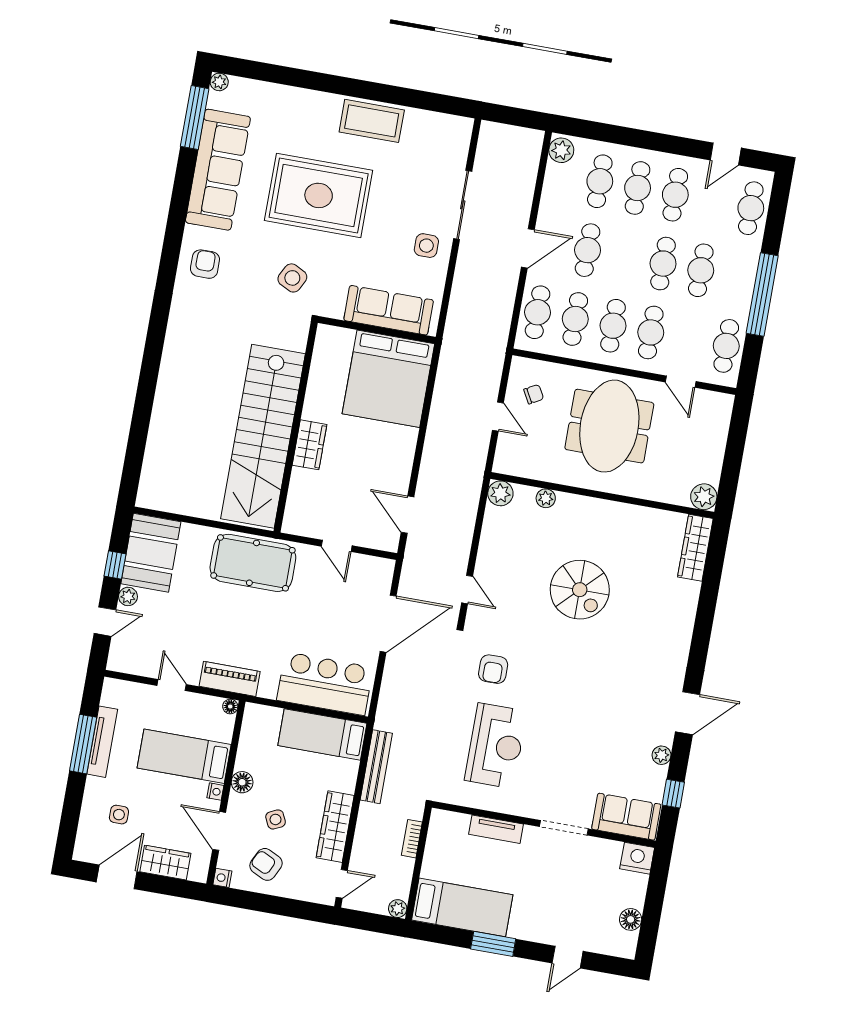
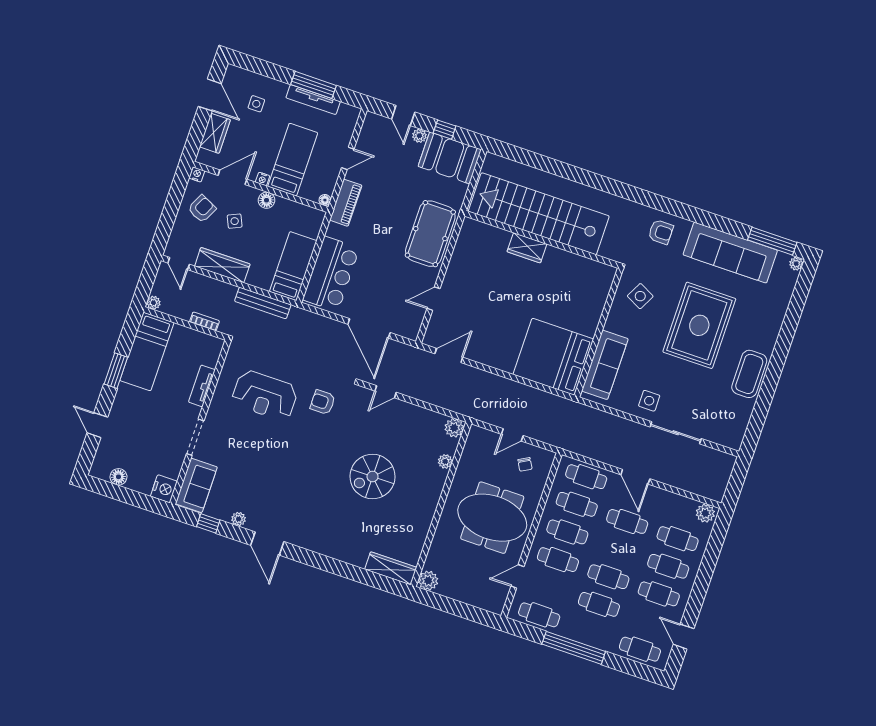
wall: (296, 427) -> (542, 239), moved
stairs: (263, 436) -> (539, 214), moved
wardrobe: (310, 445) -> (527, 248), moved

